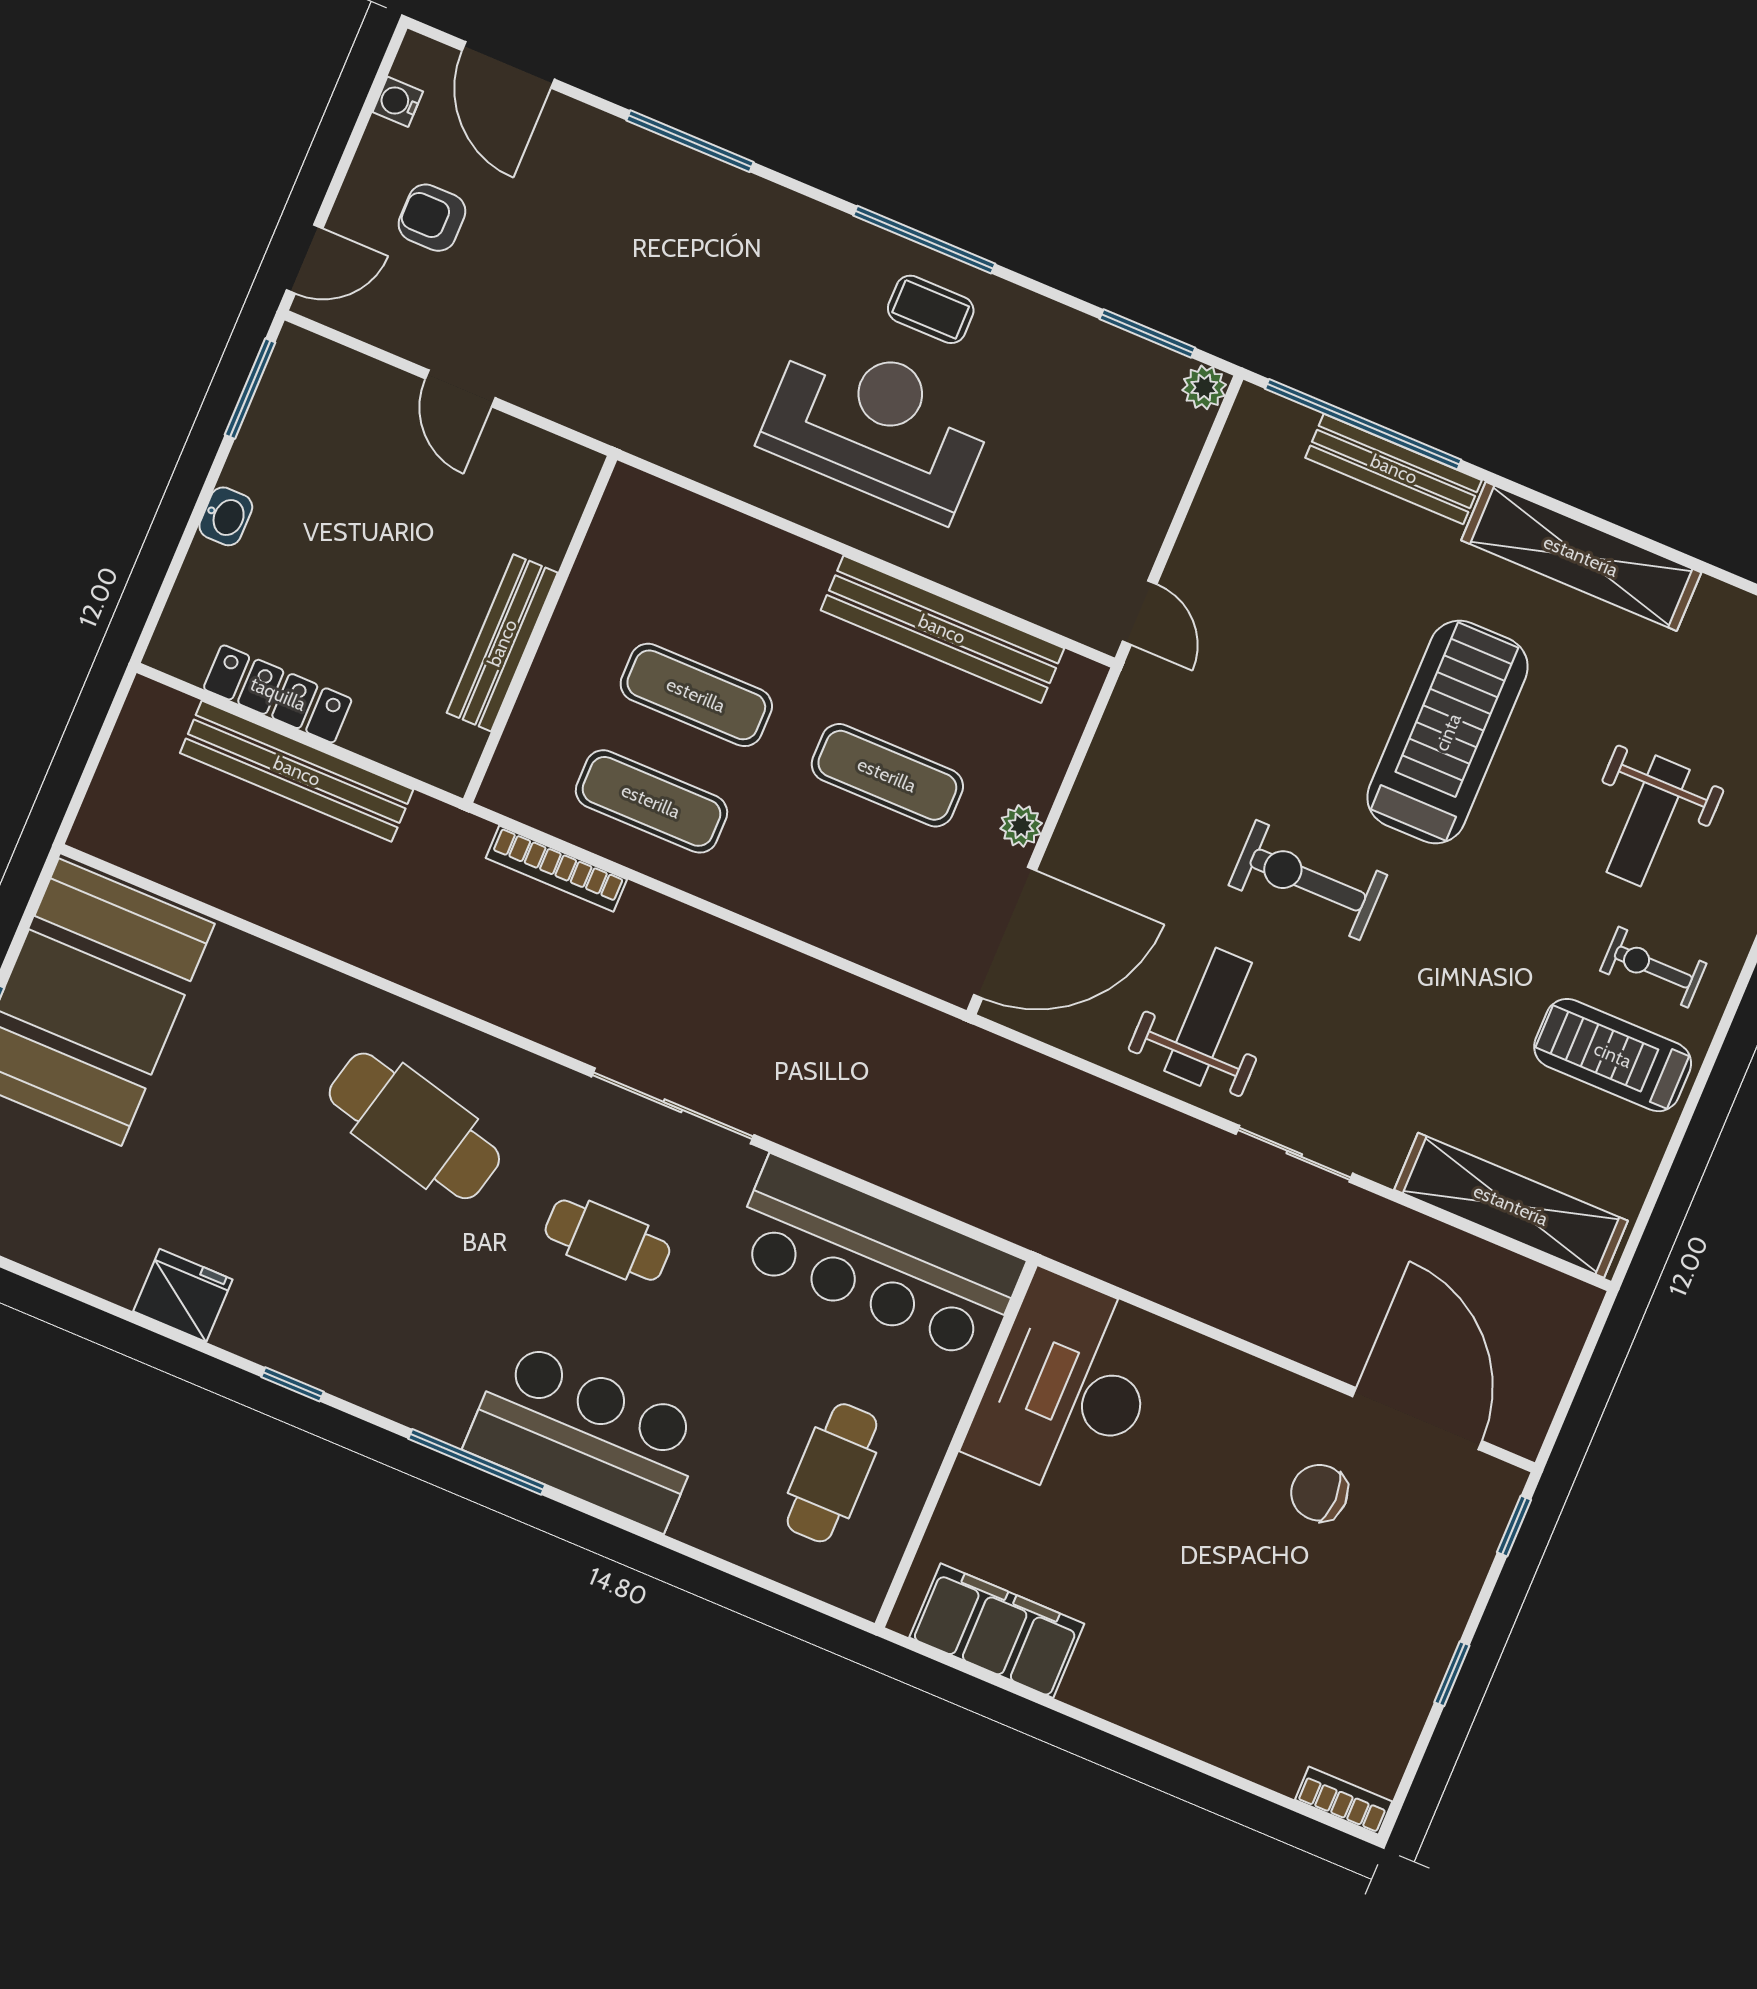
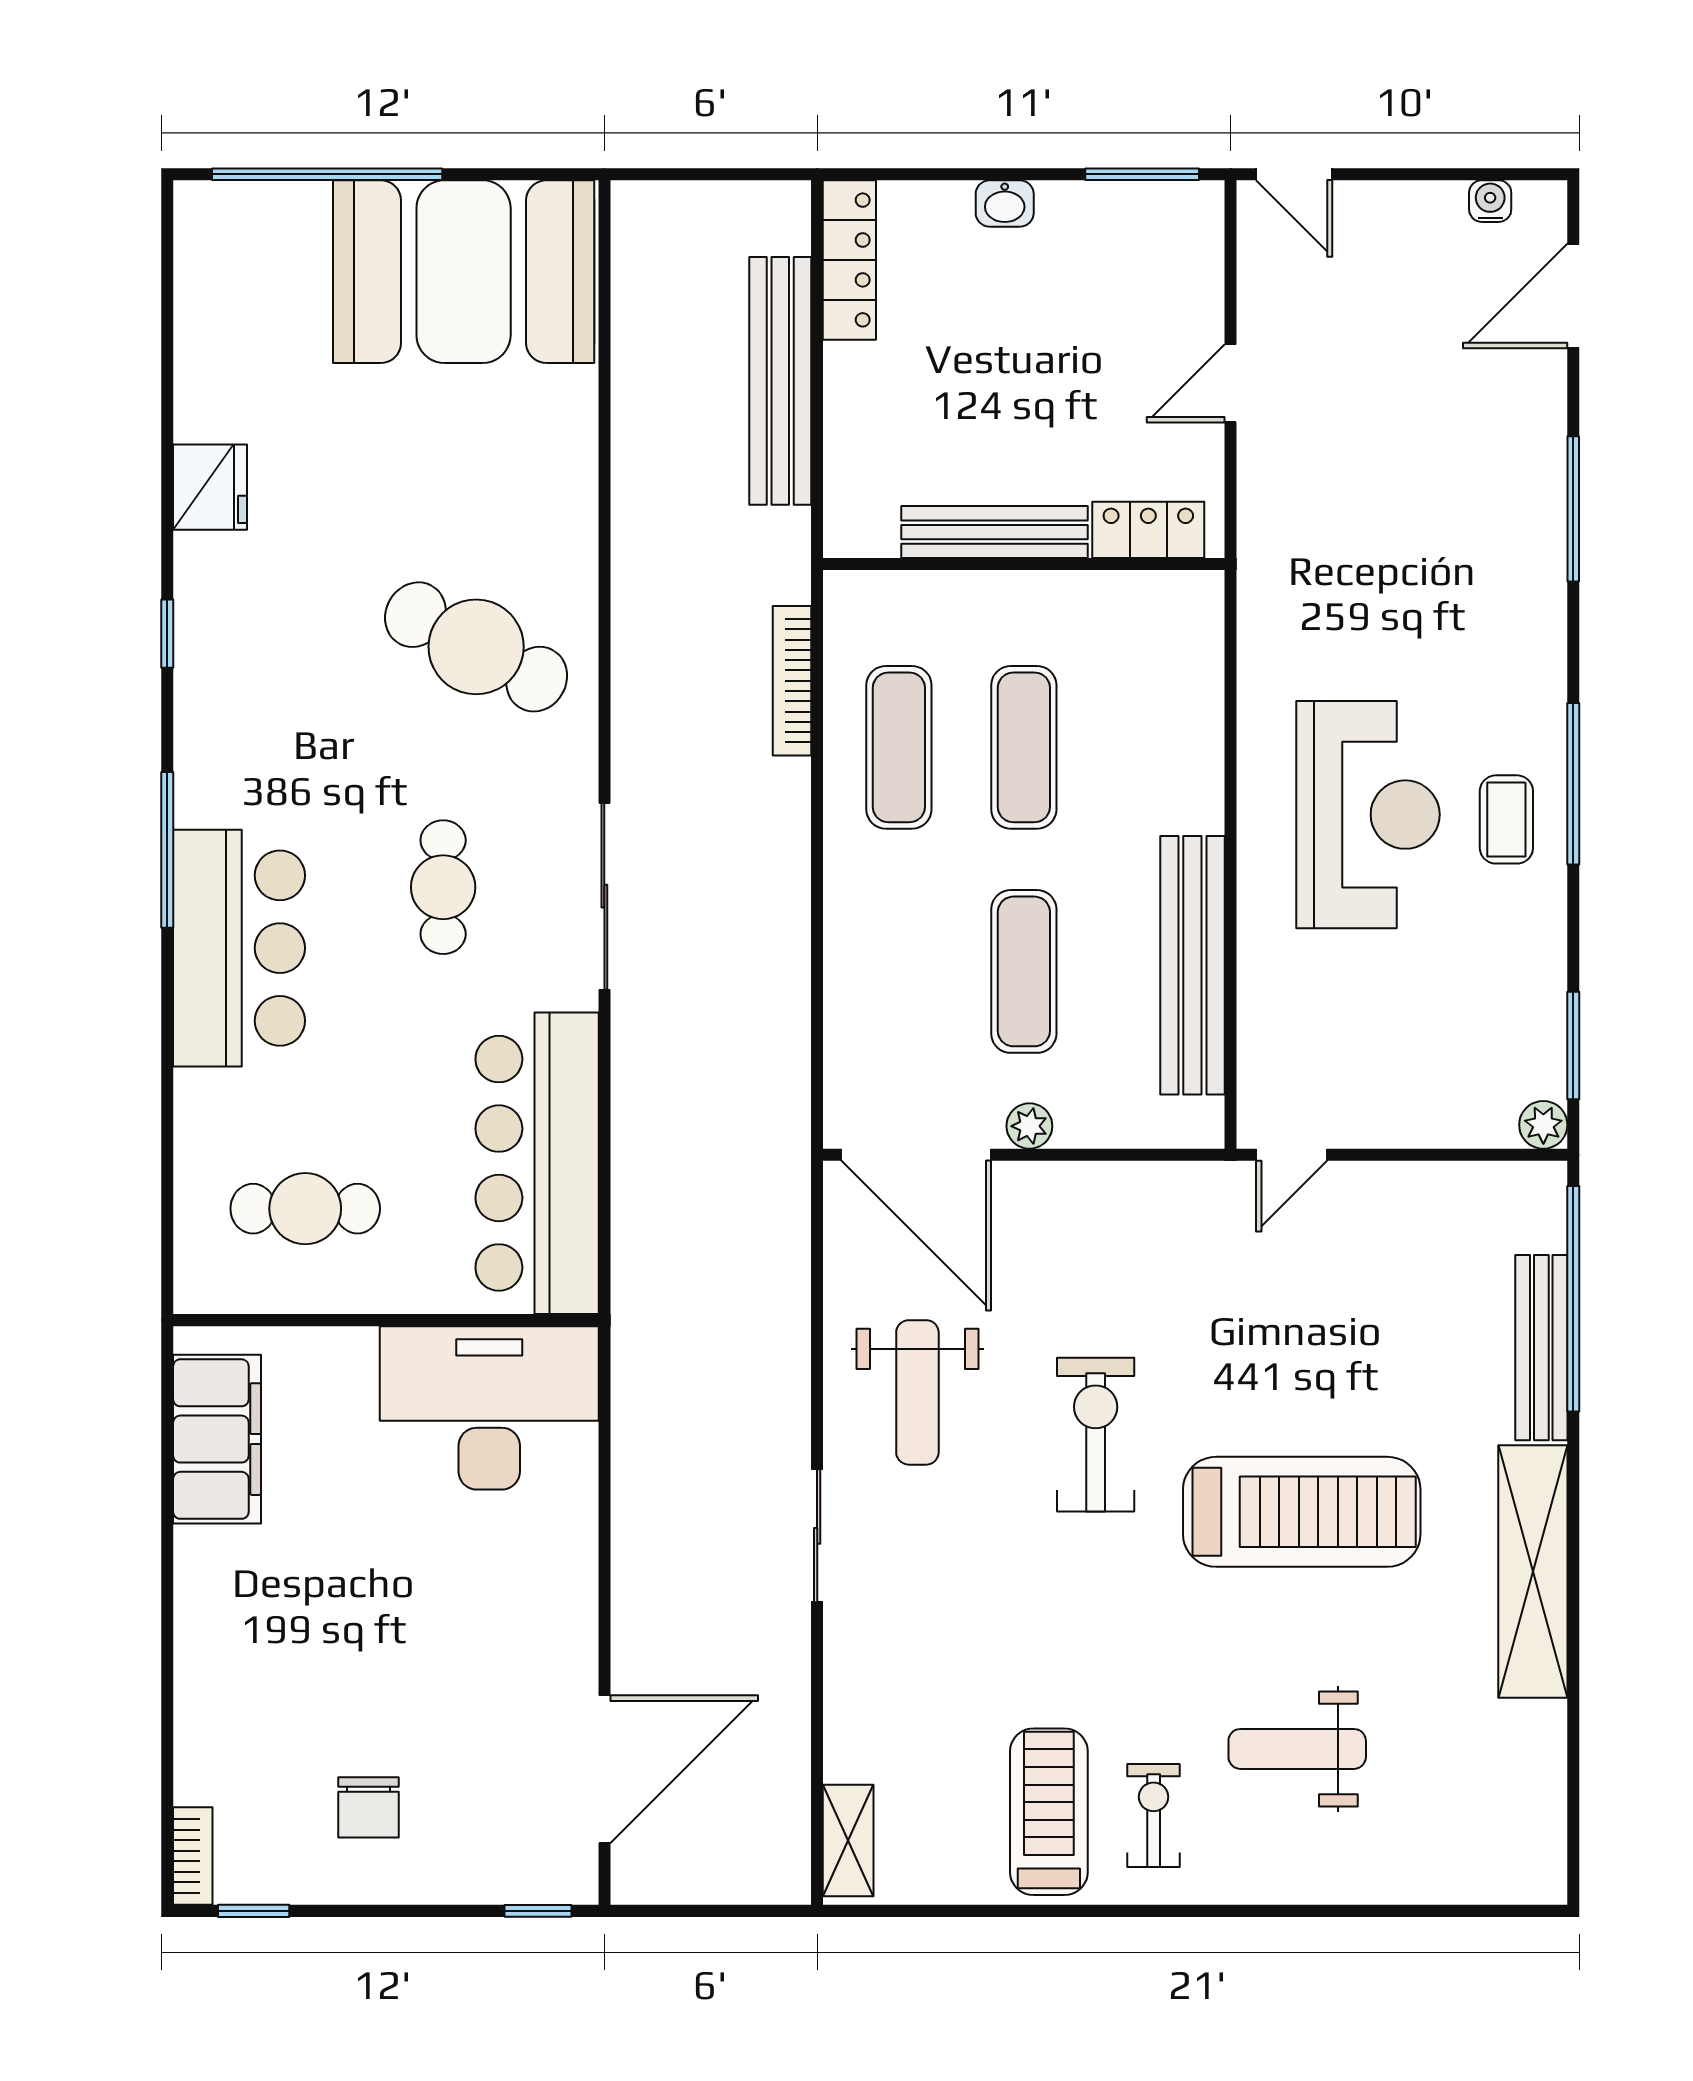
armchair: (432, 218) -> (1389, 284), removed
locker: (556, 511) -> (1148, 530), added
locker: (278, 694) -> (849, 260), moved
weight bench: (1208, 1017) -> (917, 1392), turned 90
cafe table: (414, 1126) -> (476, 647), turned -76
shelving: (1511, 1205) -> (848, 1840), width x0.45, depth x0.75
chair: (1319, 1493) -> (368, 1807), moved, turned 180
window: (1452, 1674) -> (254, 1911), moved

